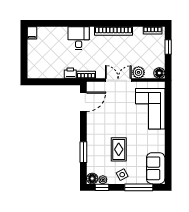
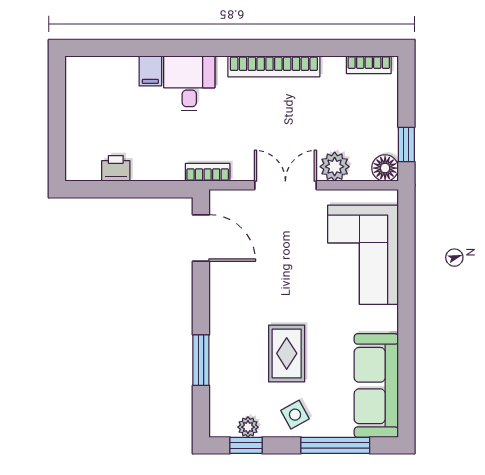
filing cabinet: (32, 33) -> (150, 71), moved
window: (168, 47) -> (406, 145), moved
printer: (70, 73) -> (116, 168), moved
door: (83, 102) -> (201, 238), hinge flipped
sofa: (156, 168) -> (376, 386), width x1.36
floor lamp: (92, 179) -> (222, 424), removed

